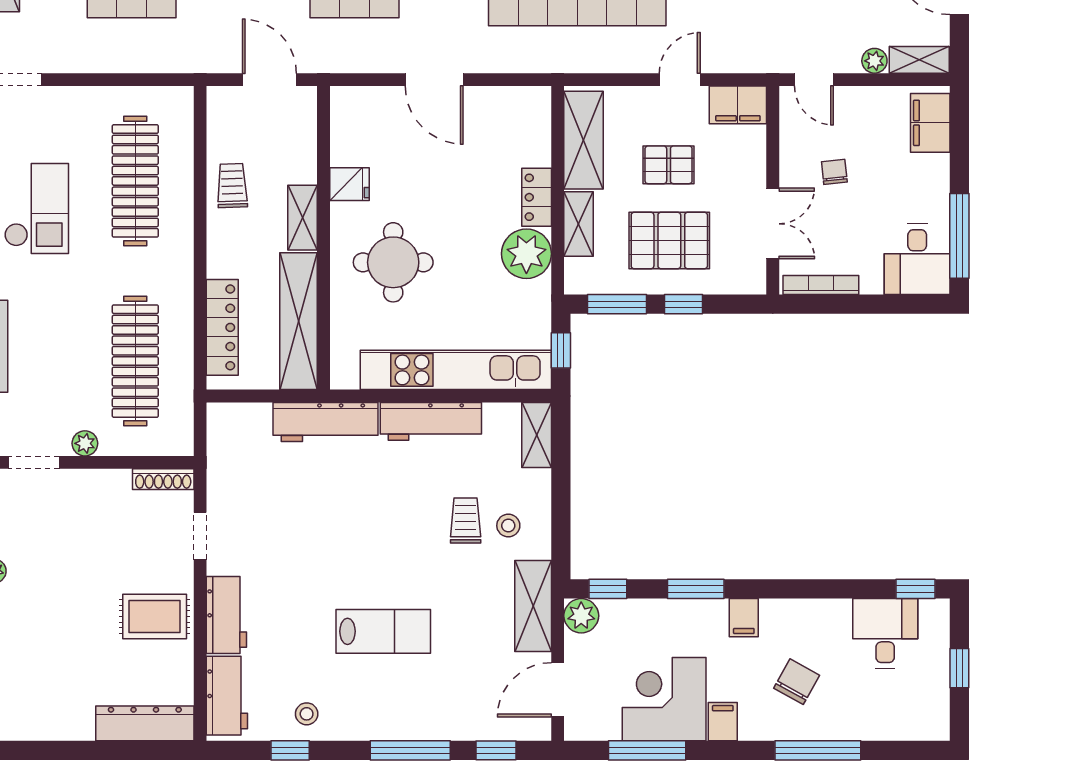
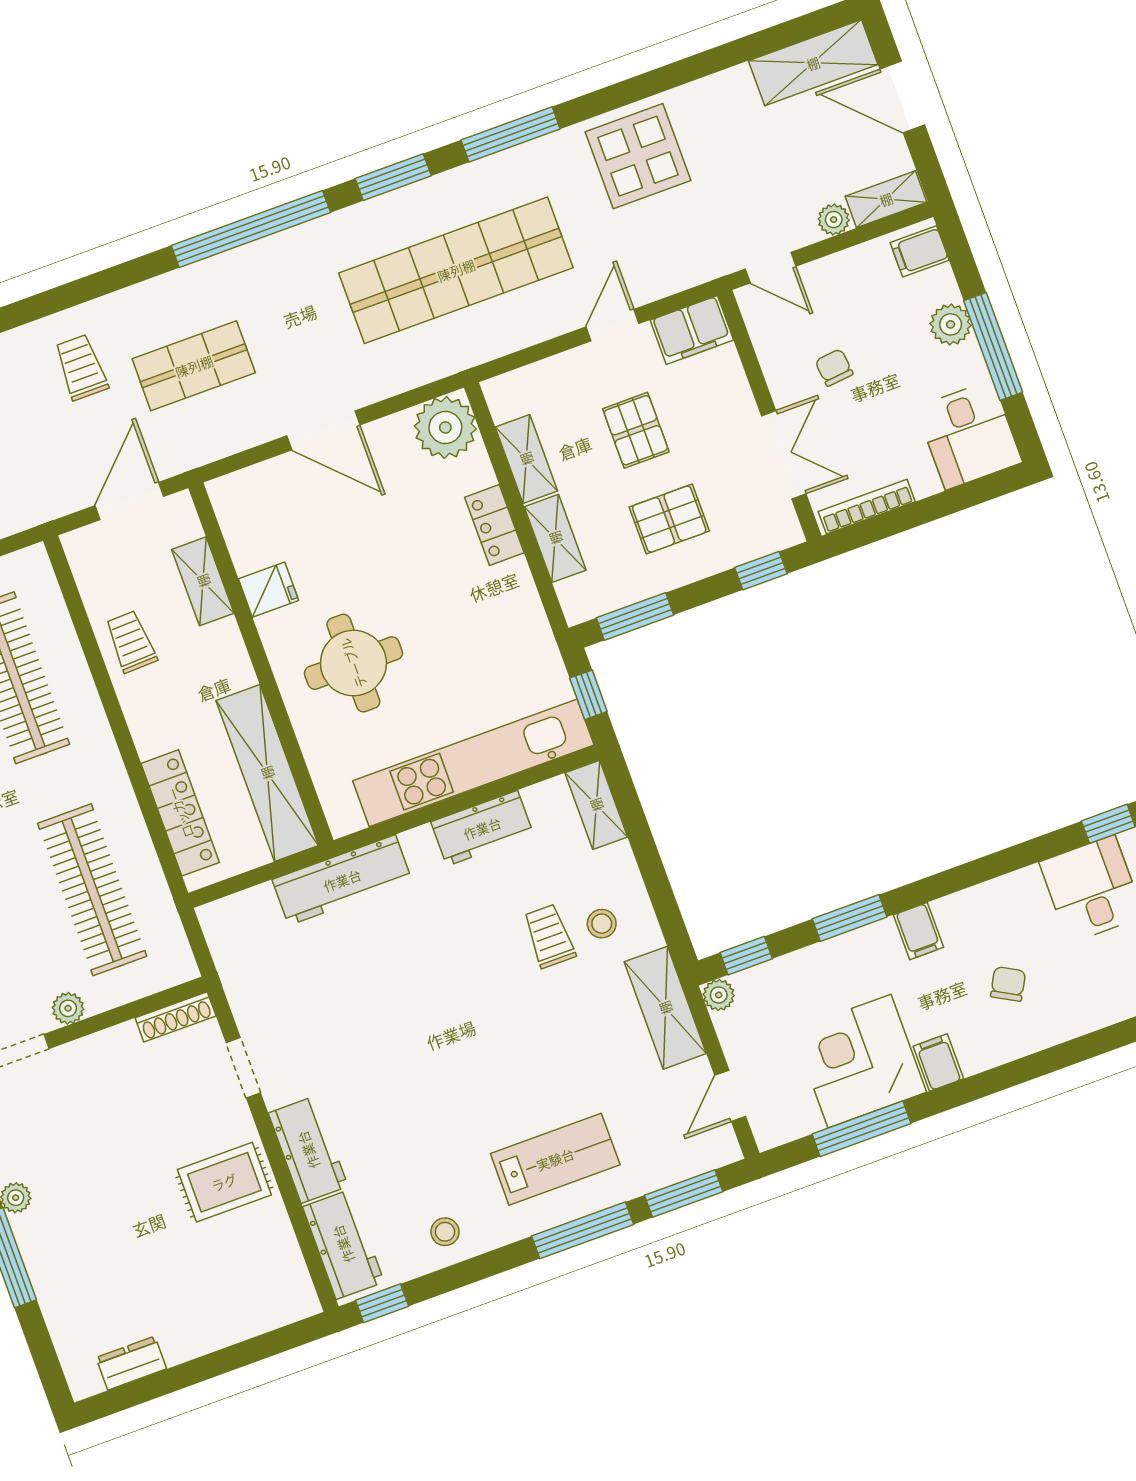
door: (269, 80) -> (129, 501), hinge flipped
filing cabinet: (930, 123) -> (920, 251), width x0.50
shelving: (584, 140) -> (526, 459), width x0.67, depth x0.75
pallet: (669, 165) -> (636, 430), turned 90
plant: (934, 171) -> (951, 324), added
shelving: (303, 218) -> (203, 581), moved
window: (959, 236) -> (993, 346), moved
pallet: (669, 241) -> (669, 519), width x0.67, depth x0.71
plant: (526, 254) -> (445, 428), moved
window: (684, 304) -> (761, 571), moved
workbench: (431, 421) -> (482, 828), width x0.73
plant: (581, 616) -> (719, 995), width x0.73, depth x0.73
lab bench: (383, 631) -> (555, 1159), moved
chair: (797, 682) -> (1008, 984), width x0.73, depth x0.73
door: (558, 690) -> (730, 1096), width x0.73
dresser: (145, 723) -> (131, 1363), moved, width x0.51, depth x0.80
window: (290, 750) -> (382, 1303), moved
window: (496, 750) -> (684, 1193), width x1.50
window: (818, 750) -> (1063, 1056), removed

